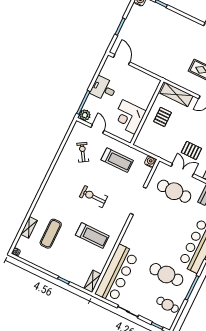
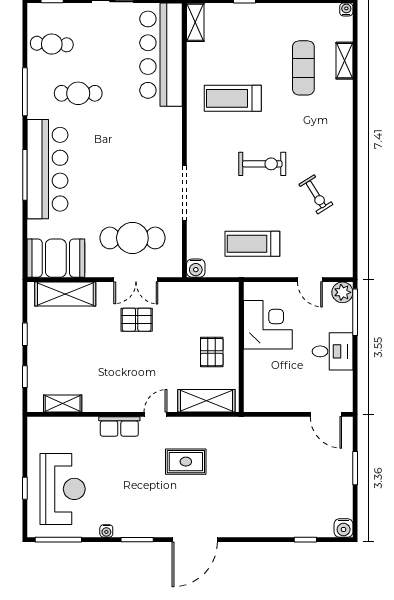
exercise bike: (83, 152) -> (316, 194), moved
cafe table: (166, 274) -> (78, 93), width x0.73, depth x0.74

